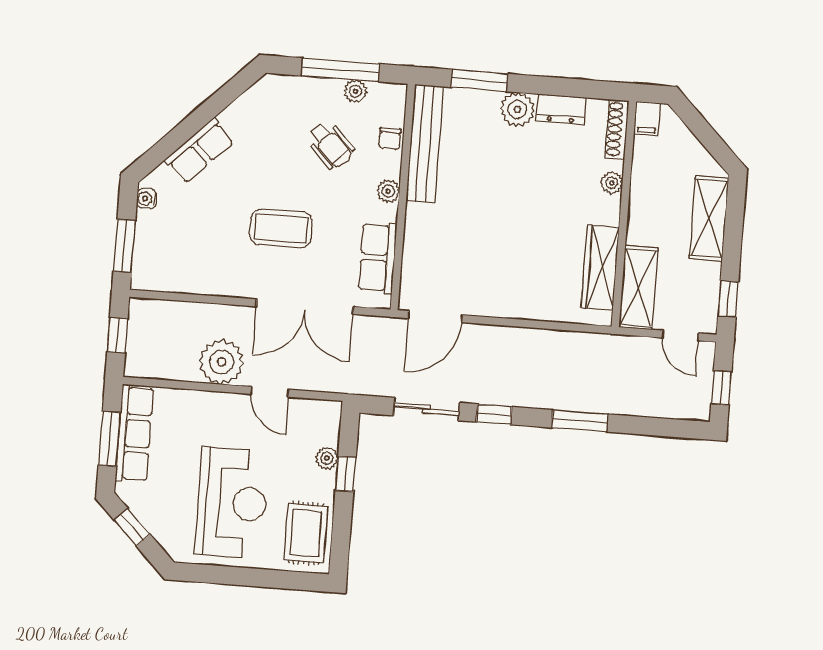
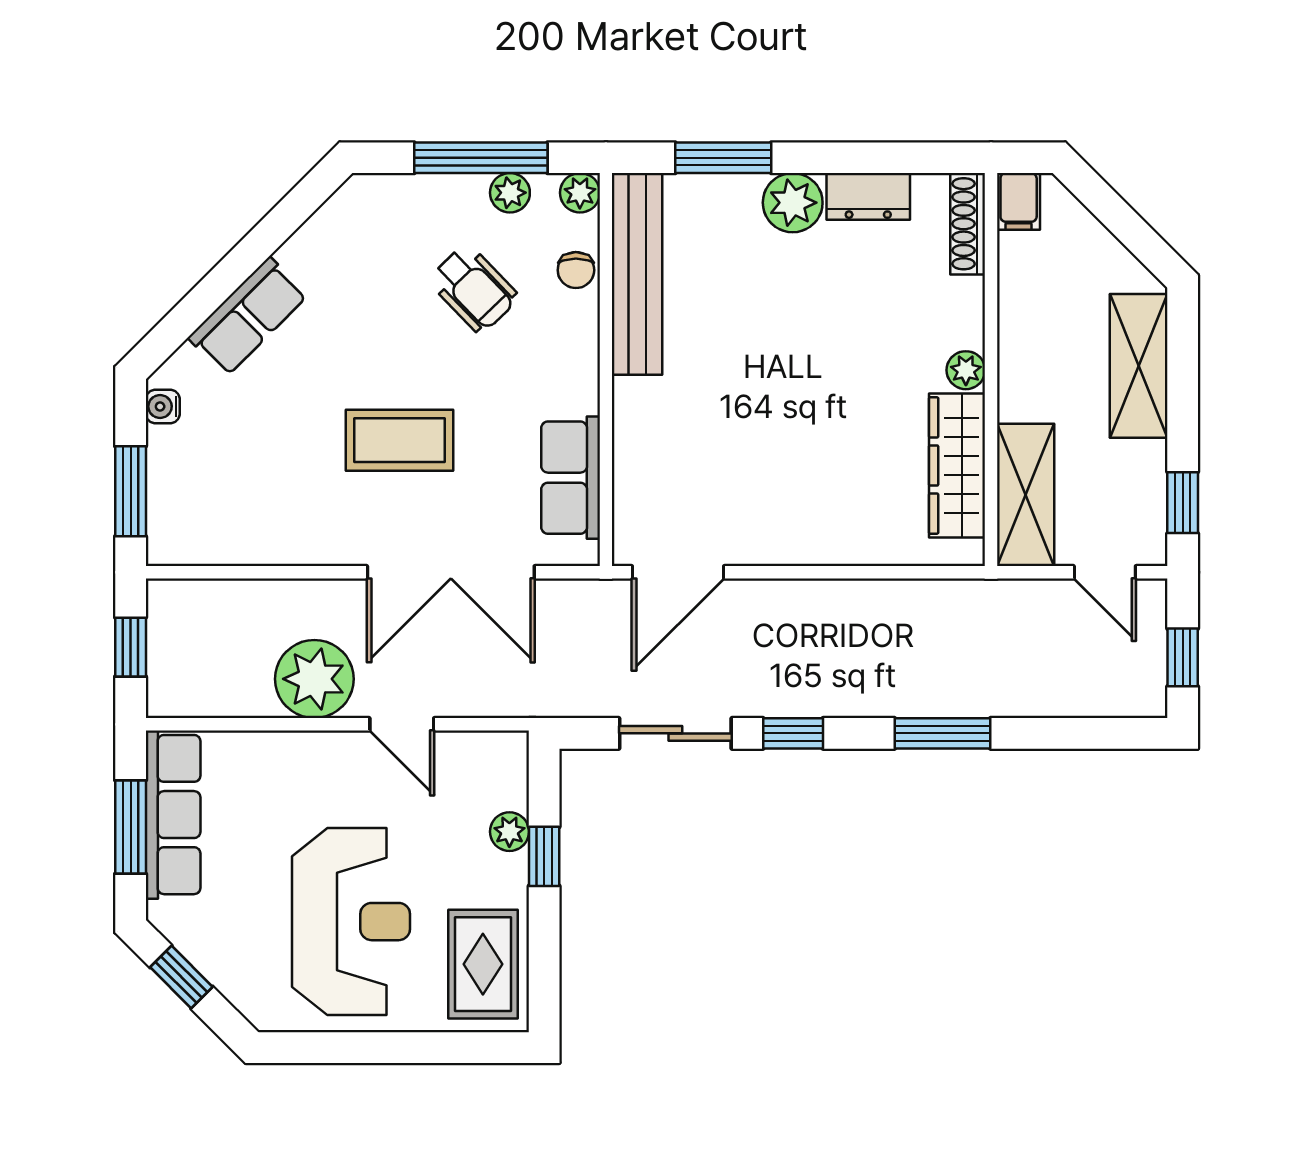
plant: (612, 183) -> (966, 370), moved
plant: (388, 191) -> (580, 193), moved

